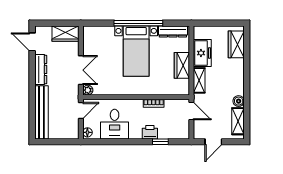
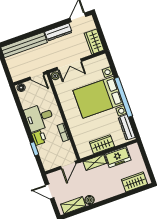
bed with nightstands: (136, 51) -> (98, 97), width x1.36
desk: (115, 124) -> (39, 117), moved

